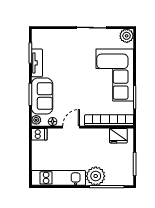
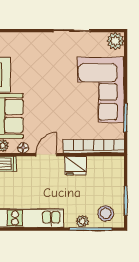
fridge: (118, 136) -> (75, 166), moved
stool: (119, 174) -> (106, 213), added
plant: (96, 176) -> (82, 221), width x0.53, depth x0.53

